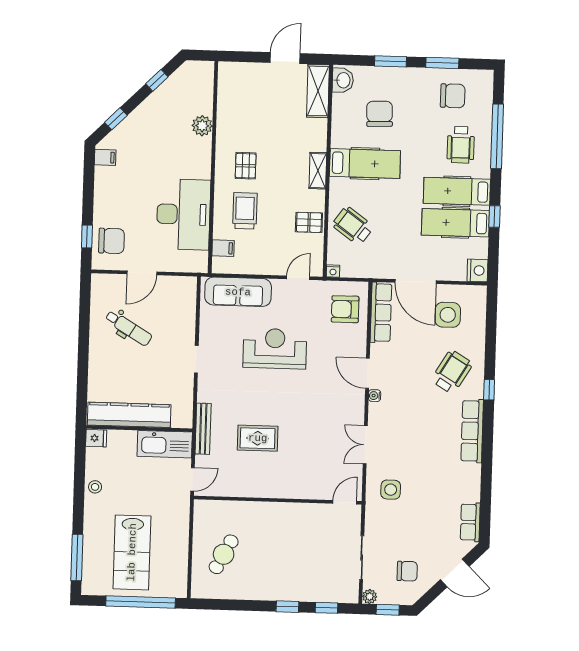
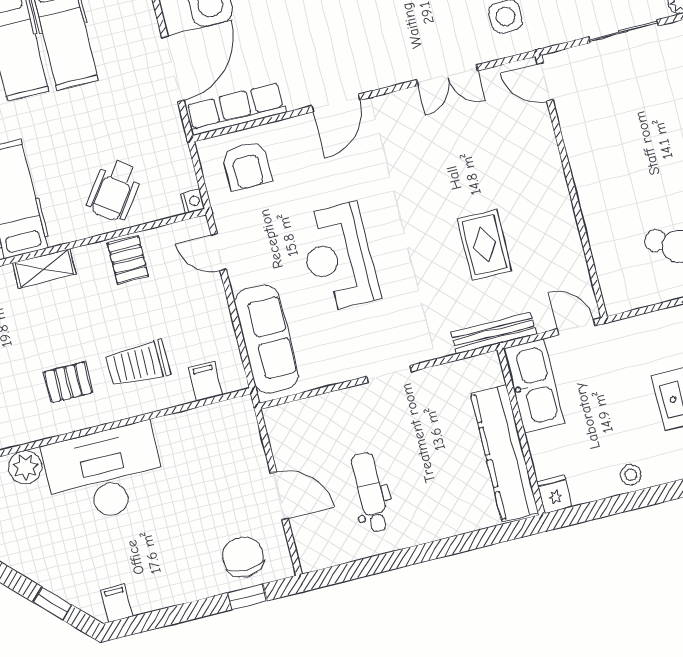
desk: (183, 214) -> (105, 474), moved
dental chair: (129, 328) -> (370, 492), turned -31
water cooler: (375, 396) -> (367, 82), removed

